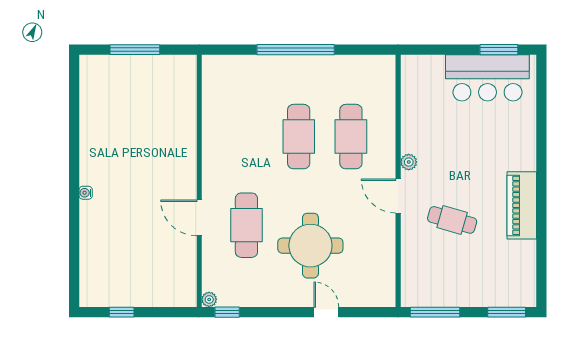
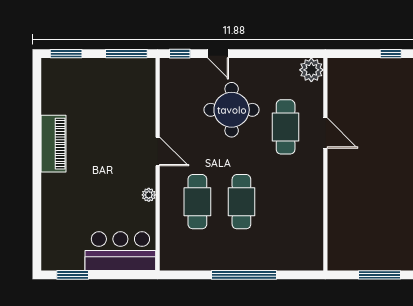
bar counter: (487, 78) -> (120, 251), moved
plant: (409, 162) -> (149, 195), moved
cafe table: (452, 220) -> (112, 131), removed
plant: (209, 299) -> (311, 70), width x1.88, depth x1.88
window: (227, 312) -> (180, 54), moved

